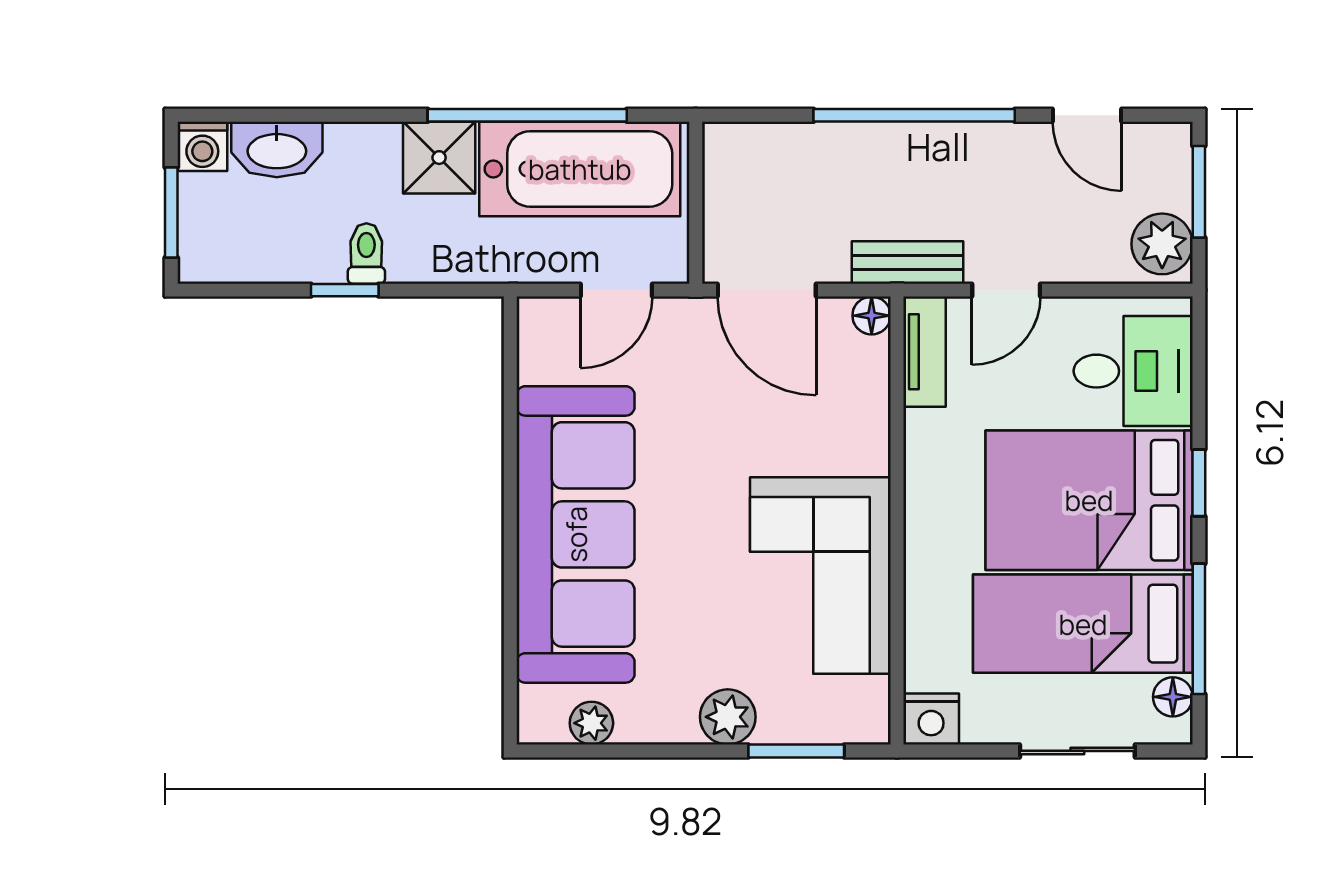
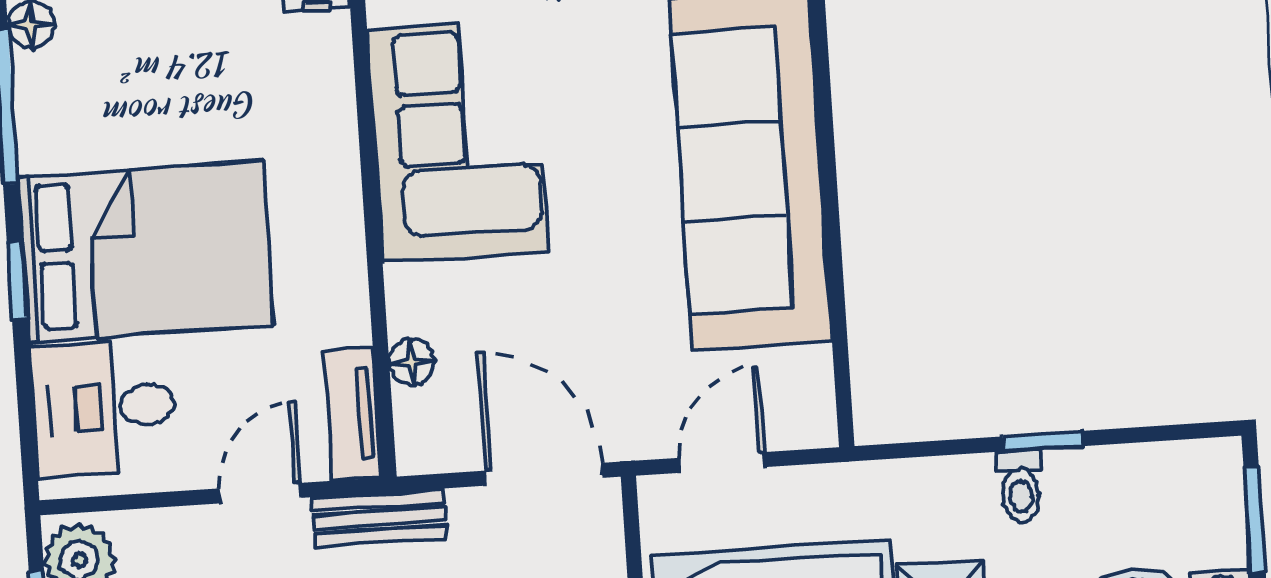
floor lamp: (872, 316) -> (412, 362), moved
bed: (1083, 624) -> (143, 104), removed

